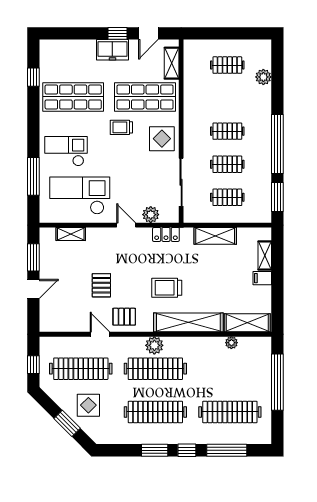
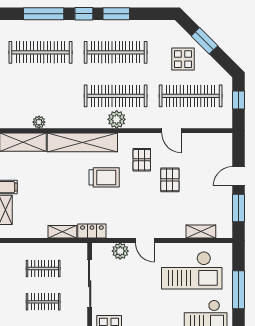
locker: (166, 234) -> (92, 231), moved
shelving: (215, 236) -> (62, 232), width x0.67, depth x0.75
pallet: (124, 317) -> (142, 160), moved, turned 90

